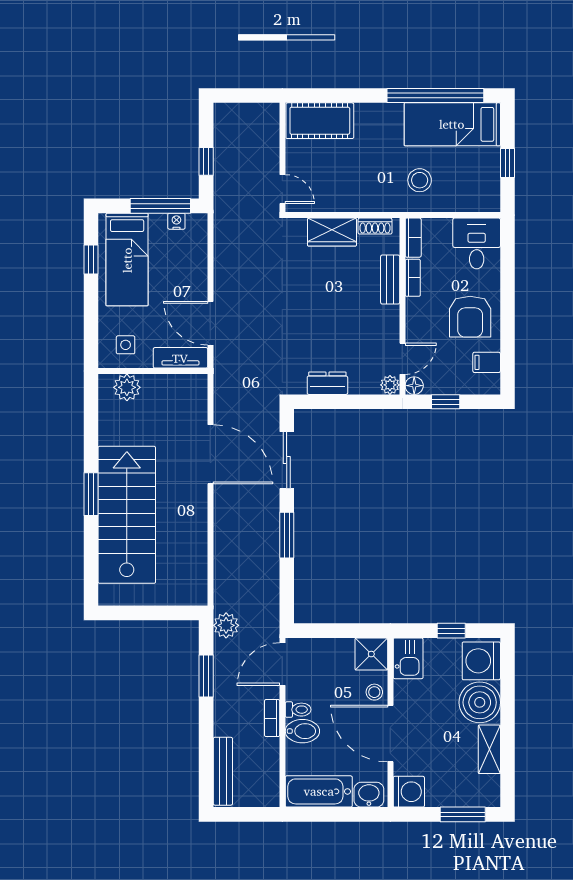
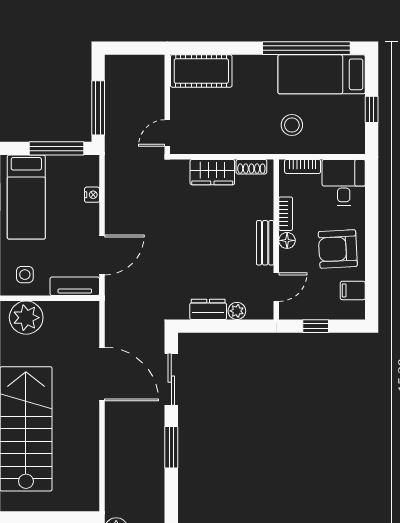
window: (206, 161) -> (98, 108), width x2.17
door: (282, 189) -> (167, 133), swing flipped
nightstand: (176, 221) -> (92, 195), moved, turned 90
bookcase: (413, 238) -> (303, 166), moved, turned 90
bench: (390, 280) -> (265, 243), moved
armchair: (470, 317) -> (338, 249), turned 87
door: (210, 323) -> (102, 255), swing flipped
plant: (390, 385) -> (237, 311), moved
floor lamp: (414, 386) -> (287, 240), moved
plant: (127, 387) -> (26, 318), width x1.36, depth x1.36

